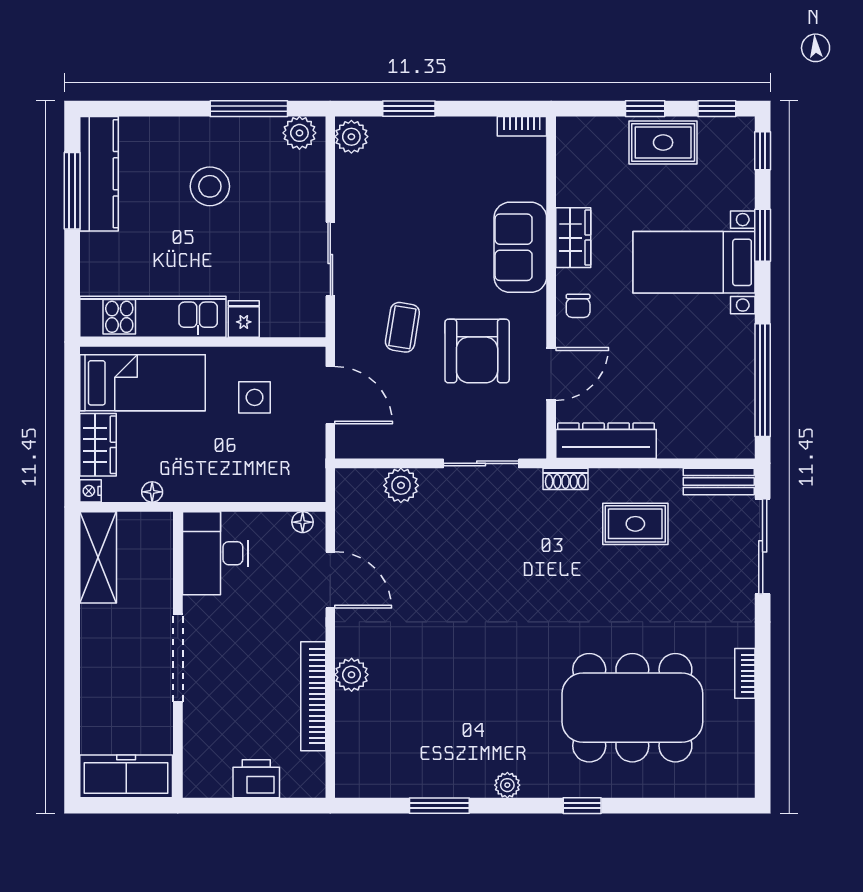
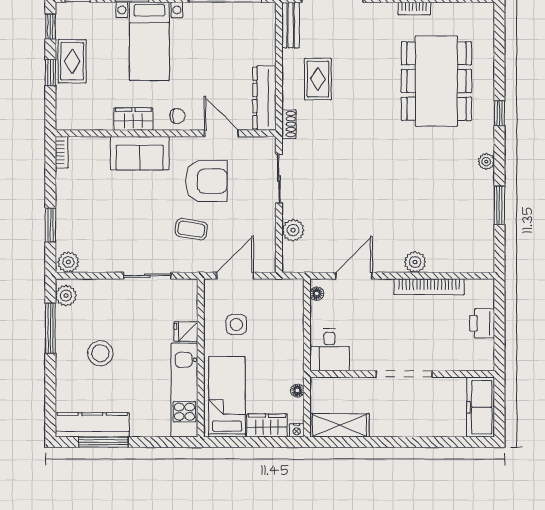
desk: (215, 553) -> (330, 350), width x0.73

